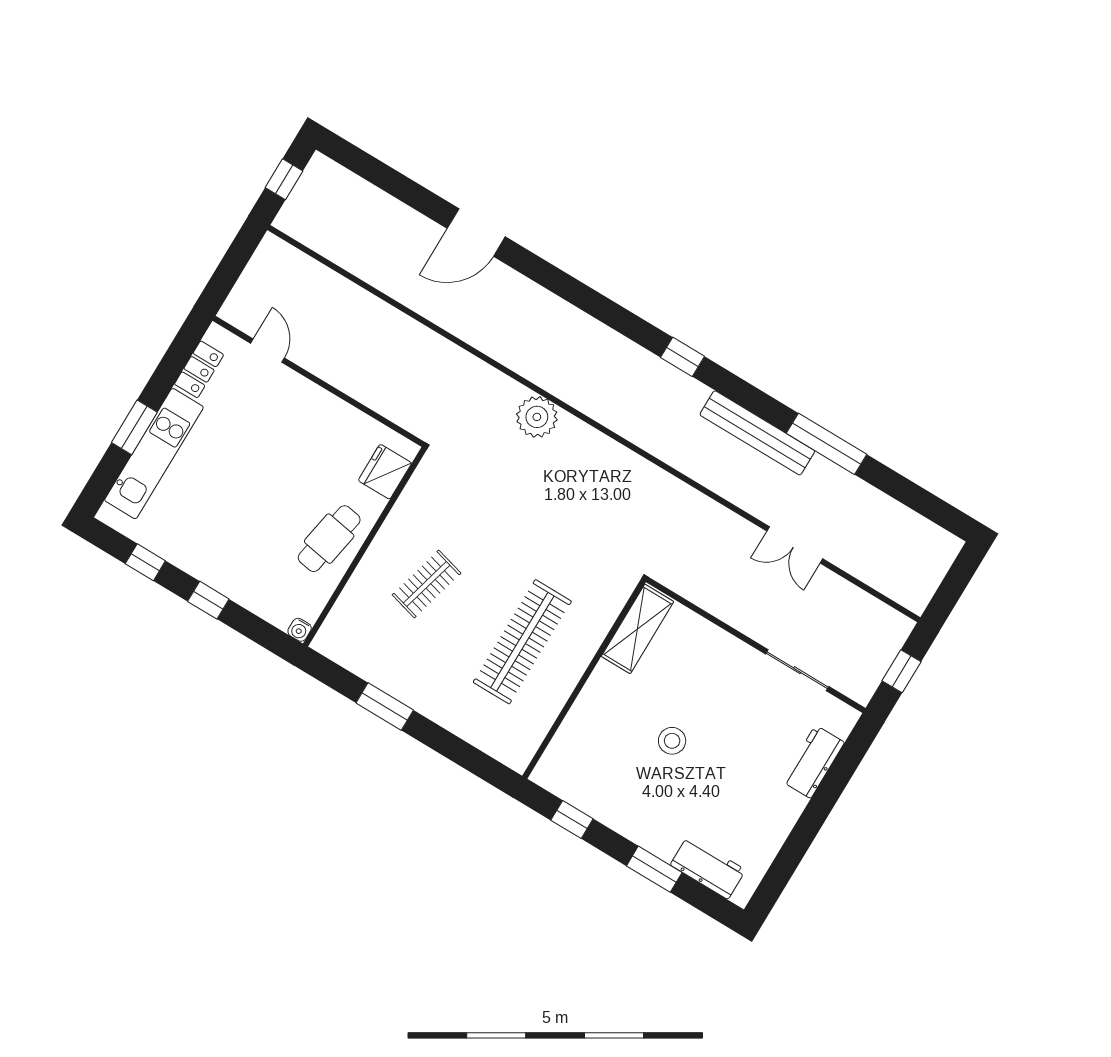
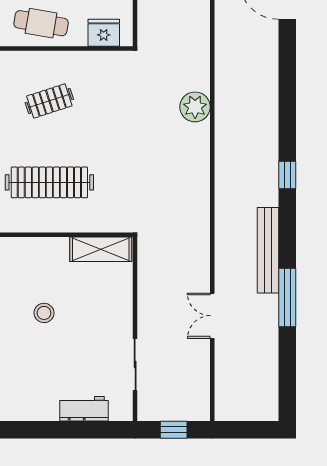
clothes rail: (427, 584) -> (49, 101), turned -33

